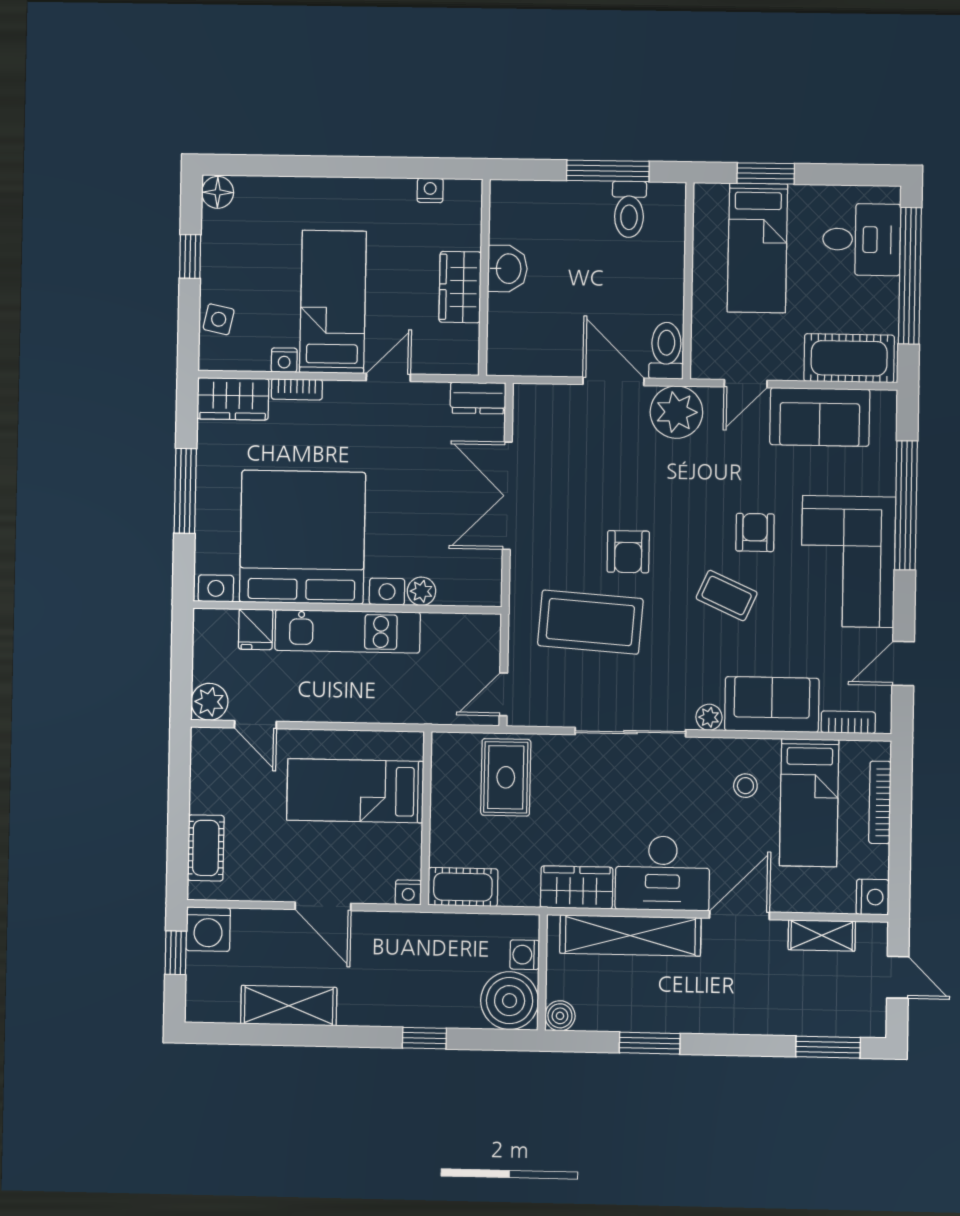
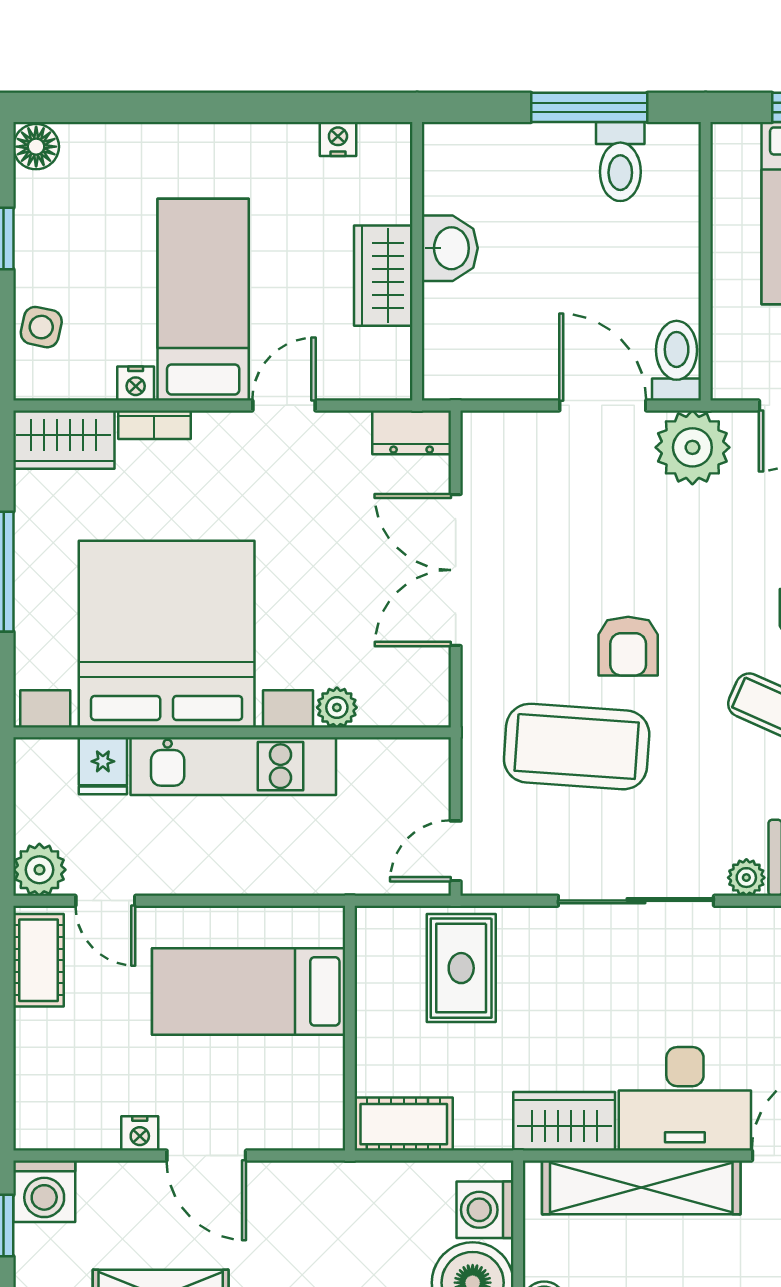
cot: (206, 848) -> (38, 960), moved
nightstand: (408, 892) -> (140, 1133), moved
washing machine: (525, 955) -> (485, 1210), width x1.38, depth x1.38

